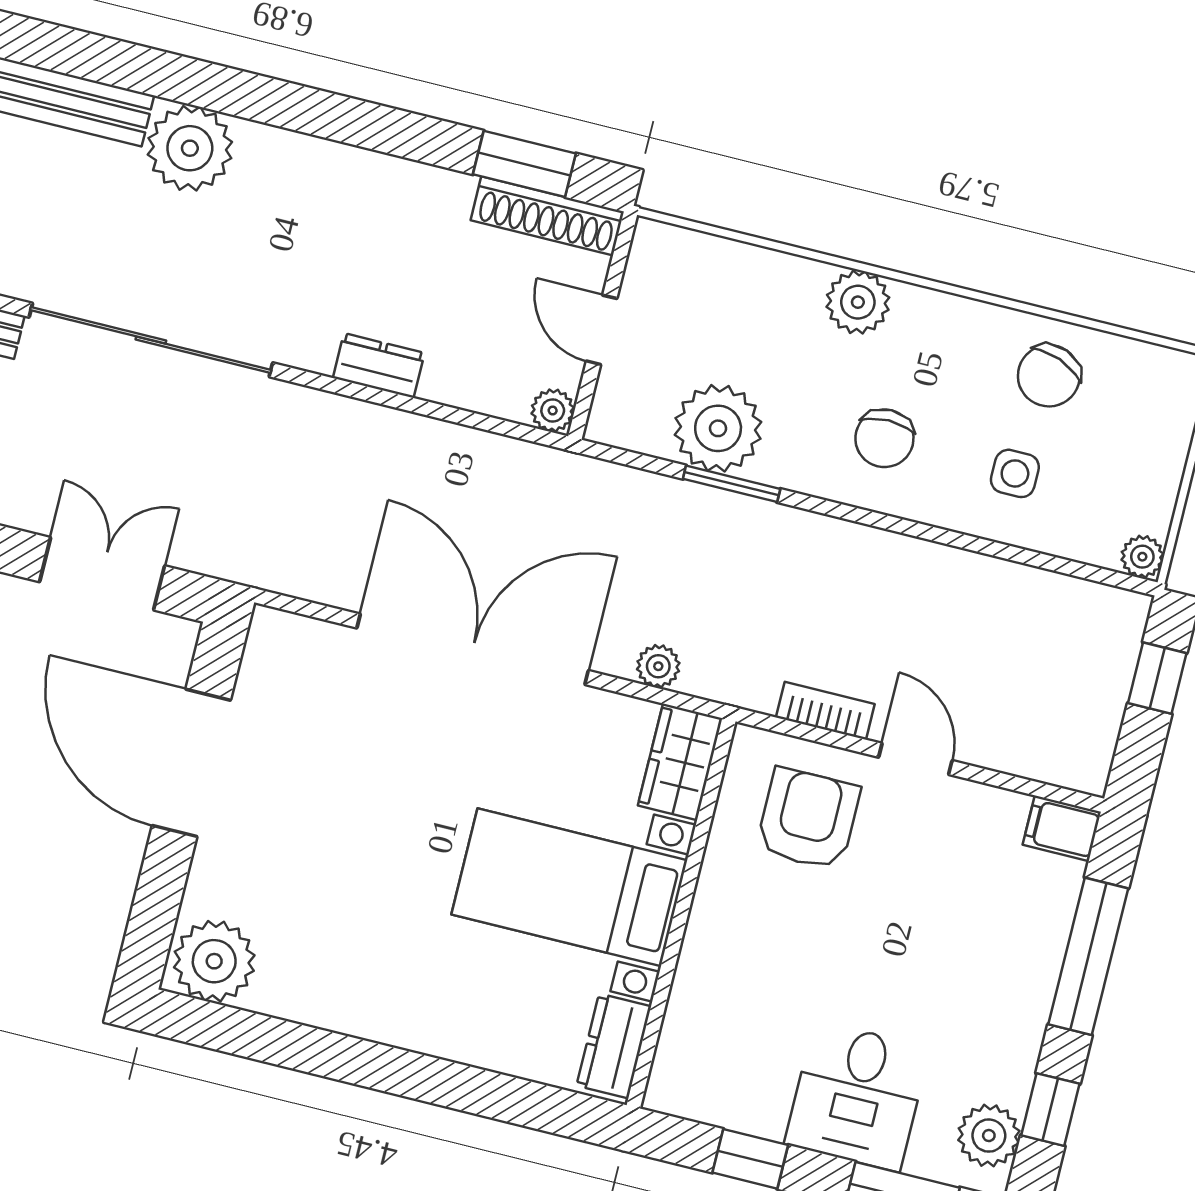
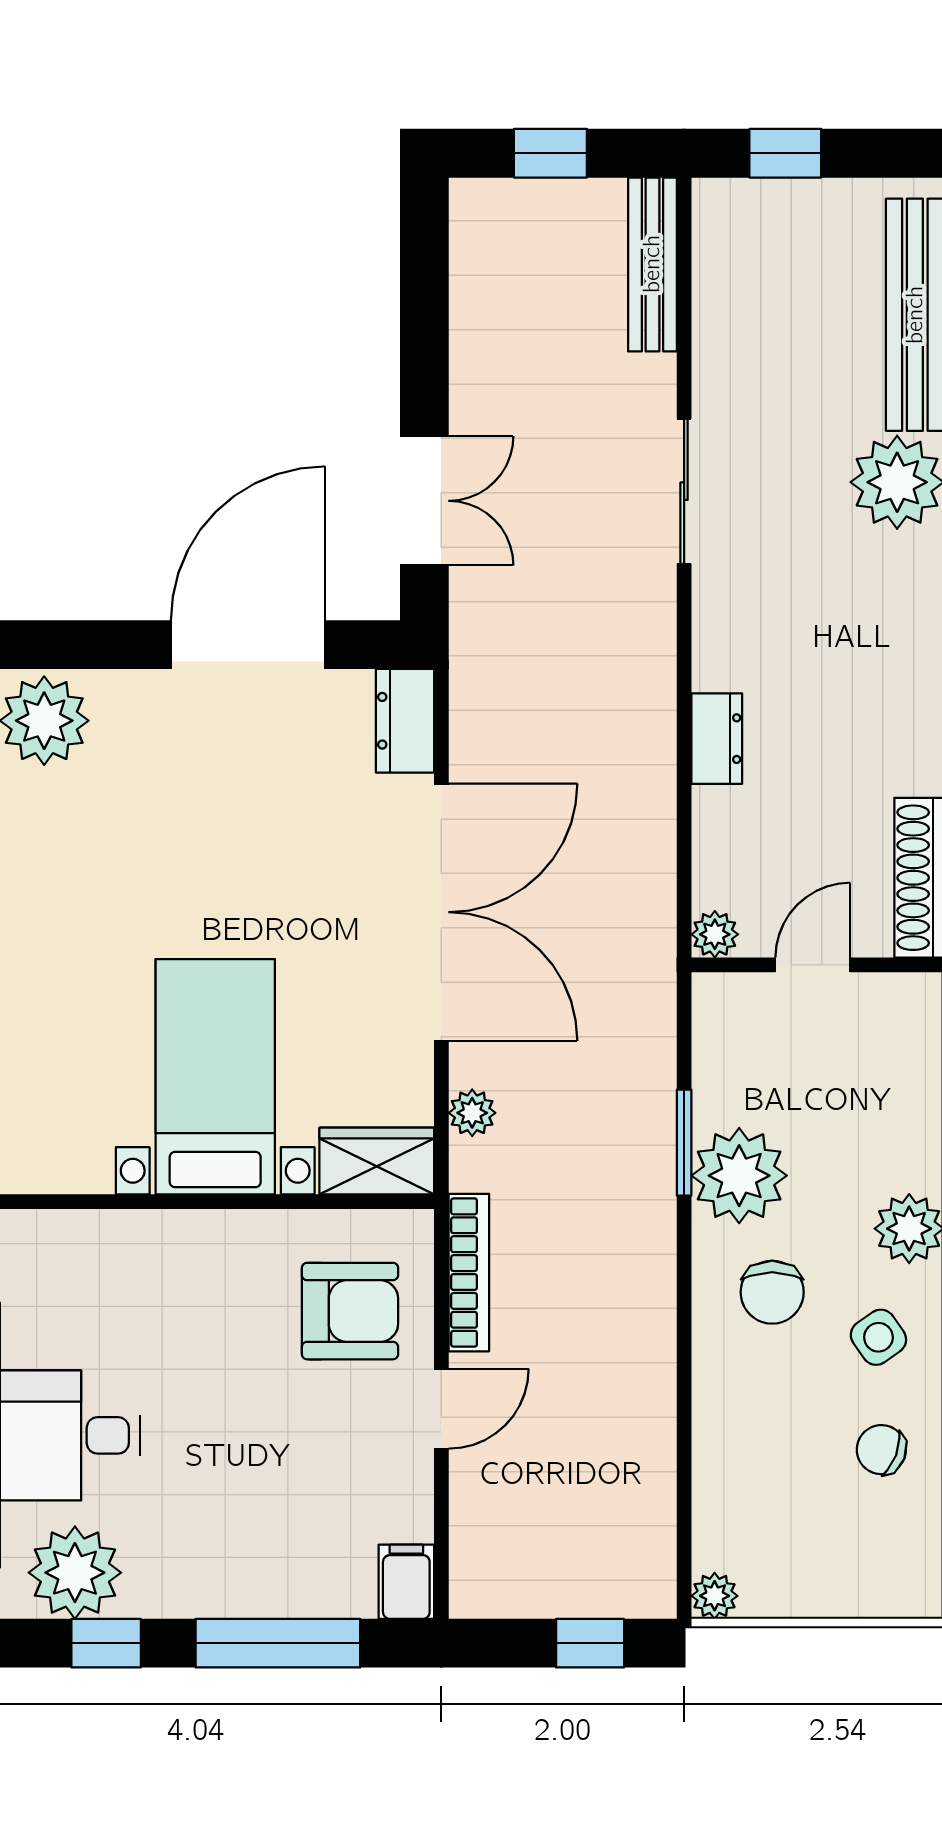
sliding door: (151, 340) -> (684, 491), width x0.54
chair: (1049, 376) -> (881, 1450), width x0.73, depth x0.73
plant: (718, 428) -> (739, 1176), moved
chair: (884, 438) -> (772, 1292), turned -90
side table: (1015, 473) -> (878, 1337), moved, turned -35
bookcase: (825, 711) -> (469, 1273), width x1.56
dresser: (614, 1046) -> (405, 721), moved, turned -90
plant: (989, 1136) -> (75, 1573), width x1.36, depth x1.36

